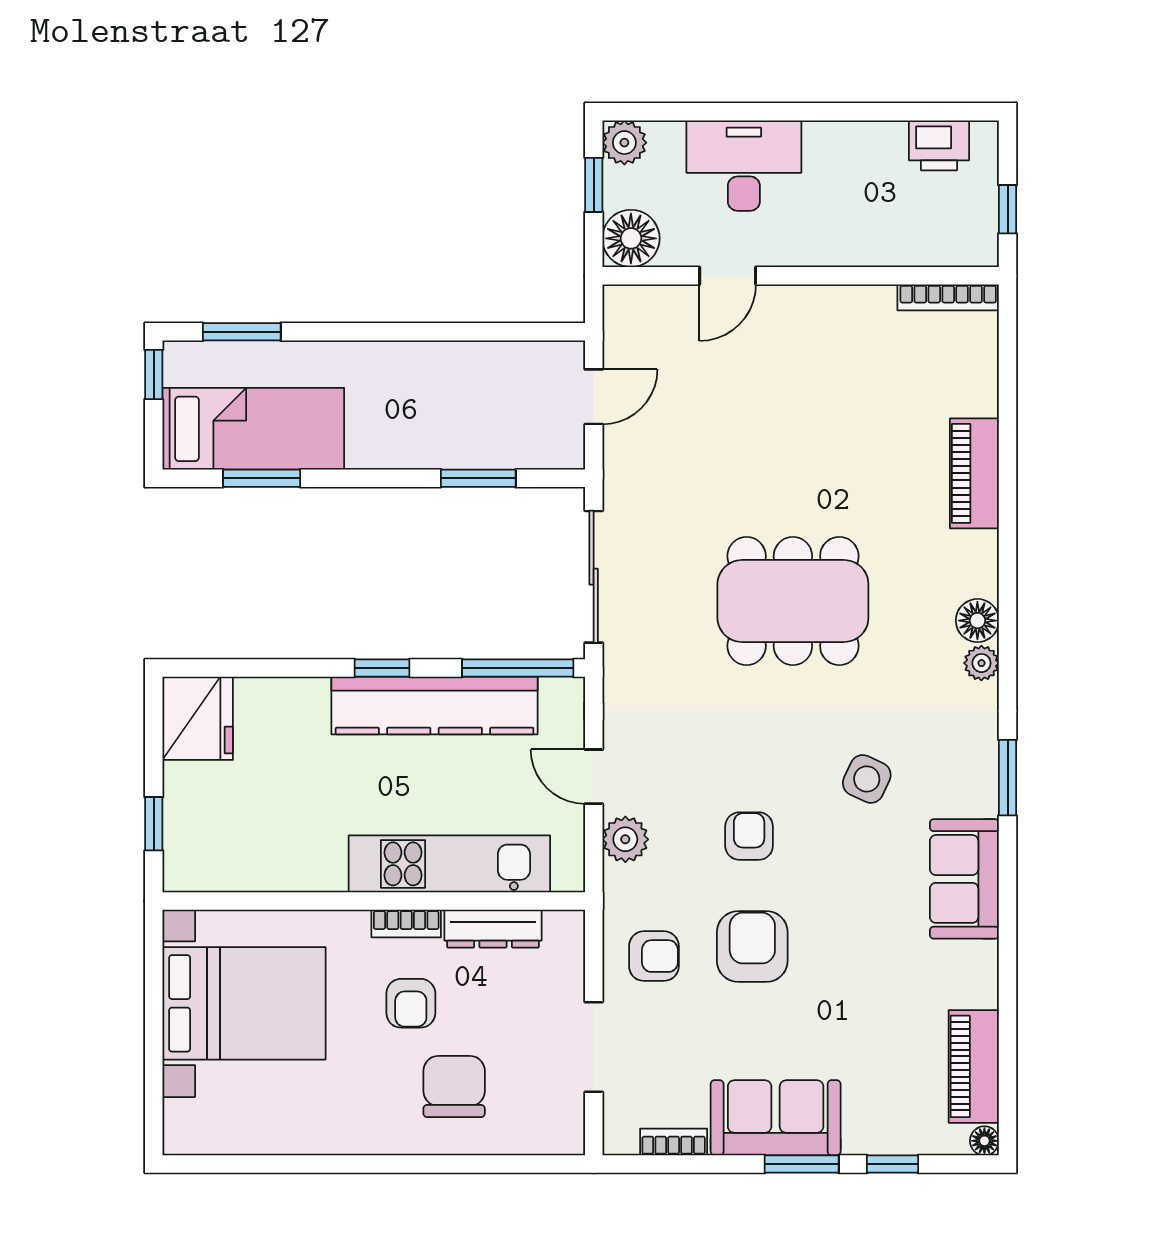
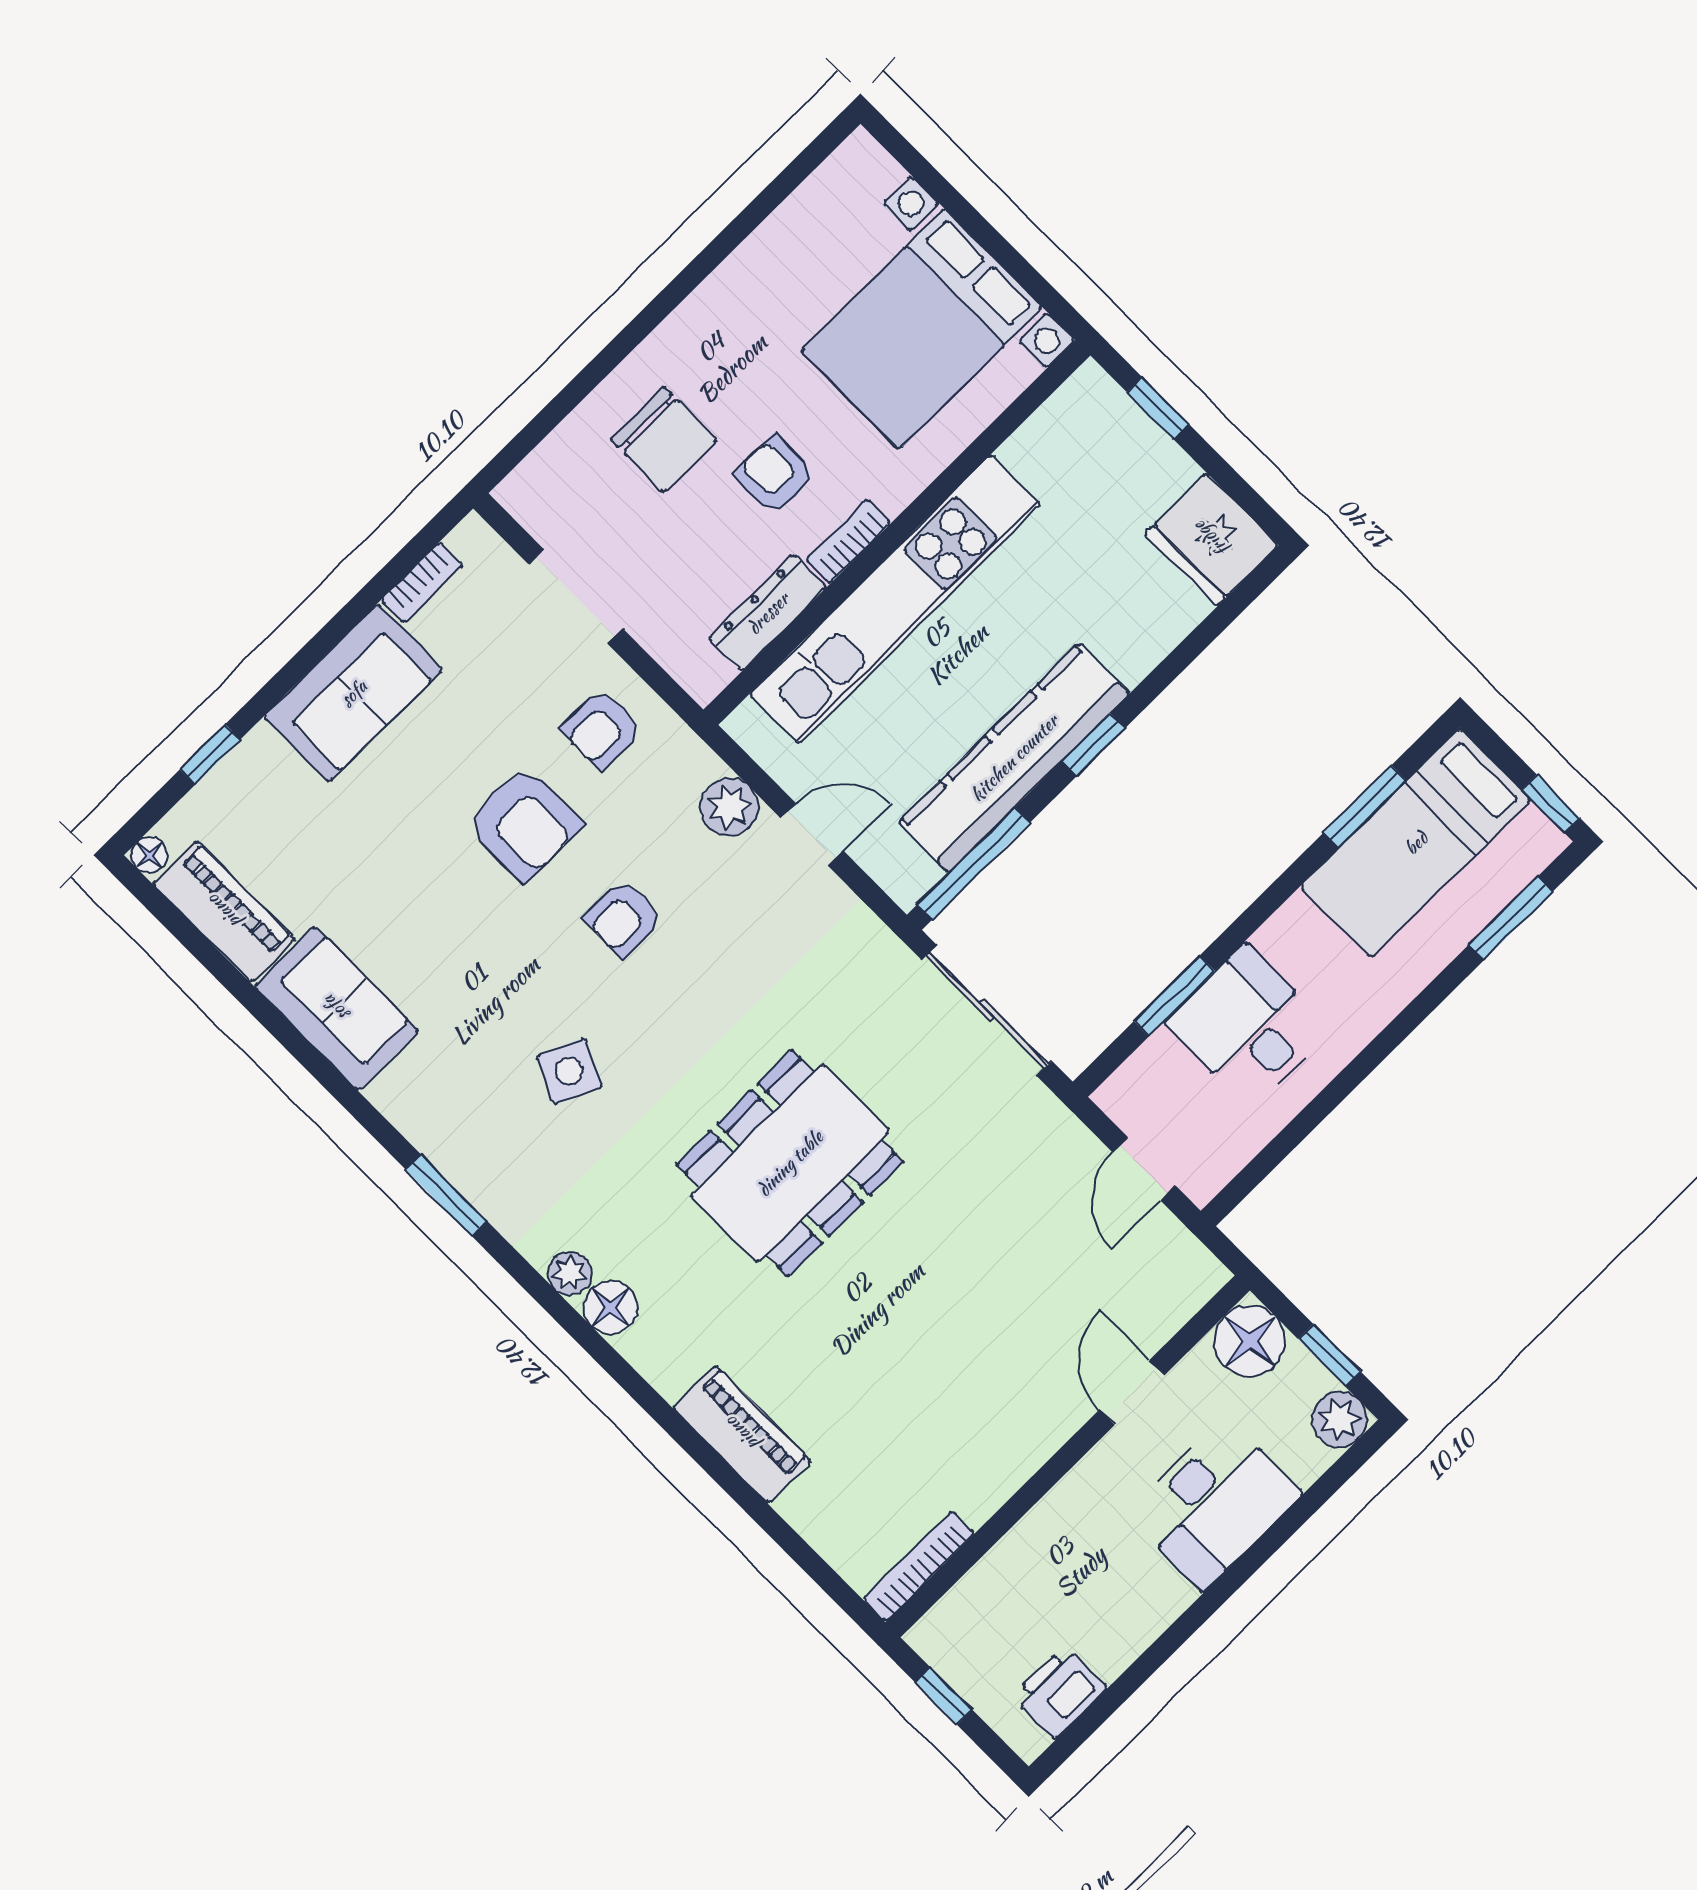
desk: (453, 419) -> (1248, 1026), added
armchair: (749, 836) -> (623, 918), turned 90
kitchen unit: (449, 864) -> (895, 599), width x1.36
sofa: (964, 879) -> (336, 1009), moved
window: (802, 1164) -> (290, 675), removed

